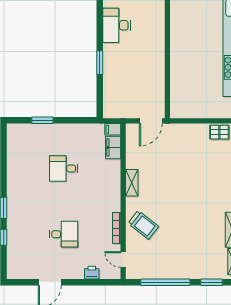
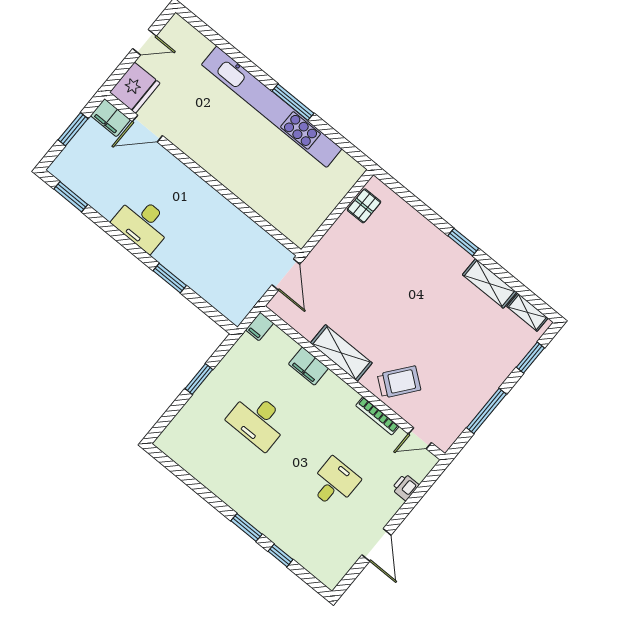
window: (42, 120) -> (199, 379), moved
filing cabinet: (113, 147) -> (308, 366), moved
desk: (64, 168) -> (258, 421), width x1.37
shelving: (132, 183) -> (341, 353), width x1.50, depth x1.33
window: (165, 282) -> (486, 411), width x0.68

